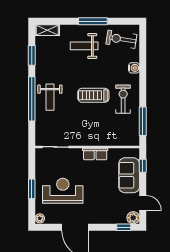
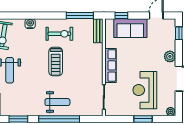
exercise bike: (123, 99) -> (59, 34), turned 180
bench: (126, 141) -> (98, 31), added
row of seats: (95, 154) -> (110, 65), width x1.48
plant: (133, 218) -> (170, 56), moved

